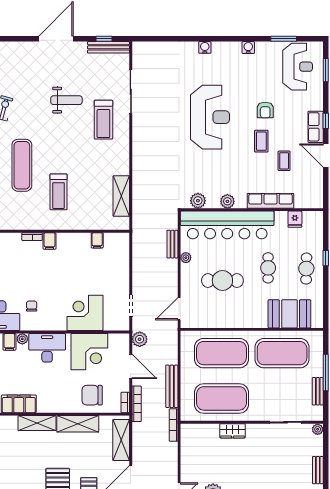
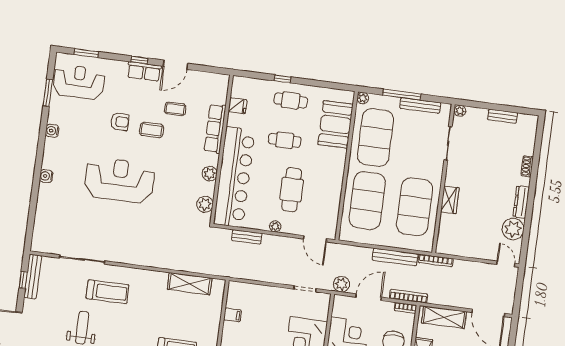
plant: (186, 258) -> (275, 226), moved
plant: (318, 336) -> (363, 98), added
bench: (318, 391) -> (420, 105), width x1.36

